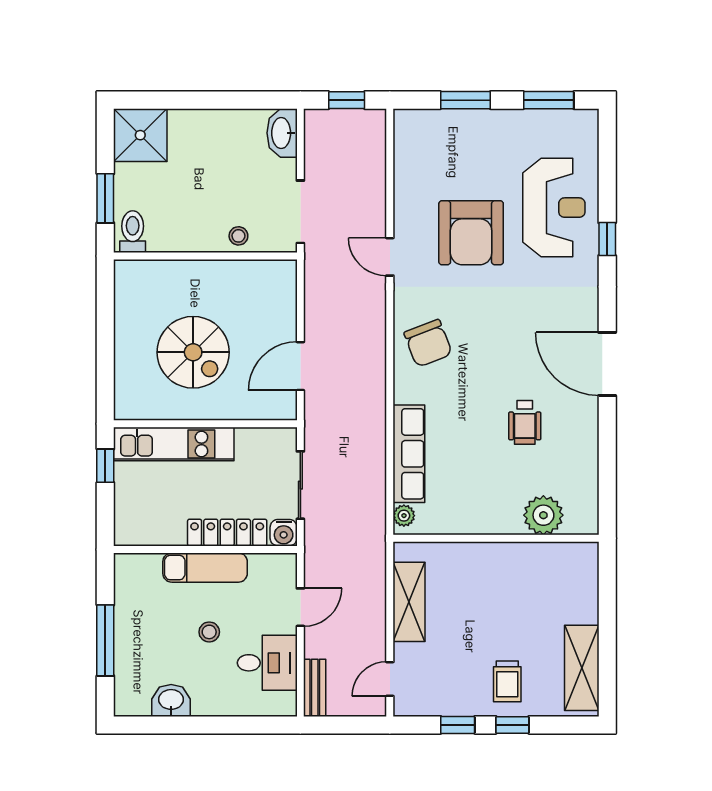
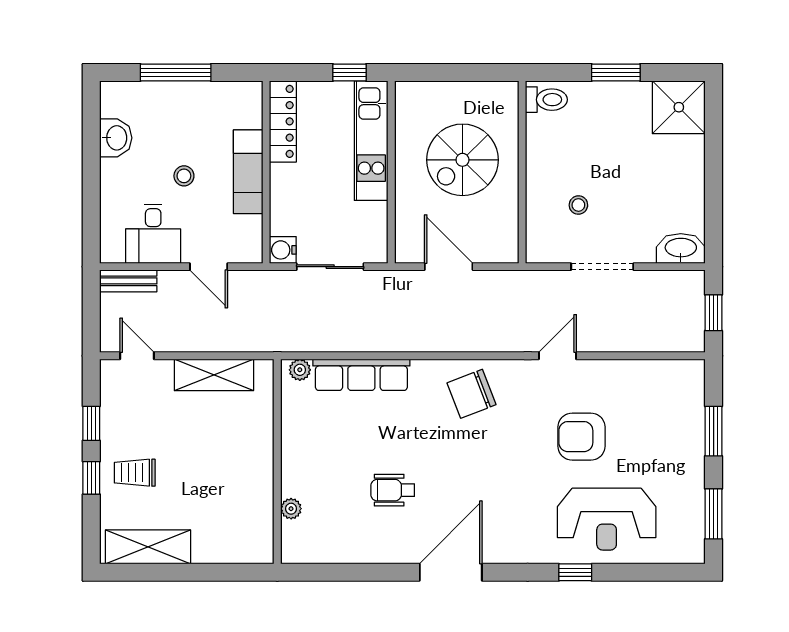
toilet: (133, 232) -> (546, 100), moved
armchair: (471, 233) -> (581, 437), width x0.73, depth x0.73
wall: (205, 256) -> (522, 172), moved
plant: (543, 515) -> (291, 509), width x0.53, depth x0.53
locker: (227, 533) -> (283, 121), moved

